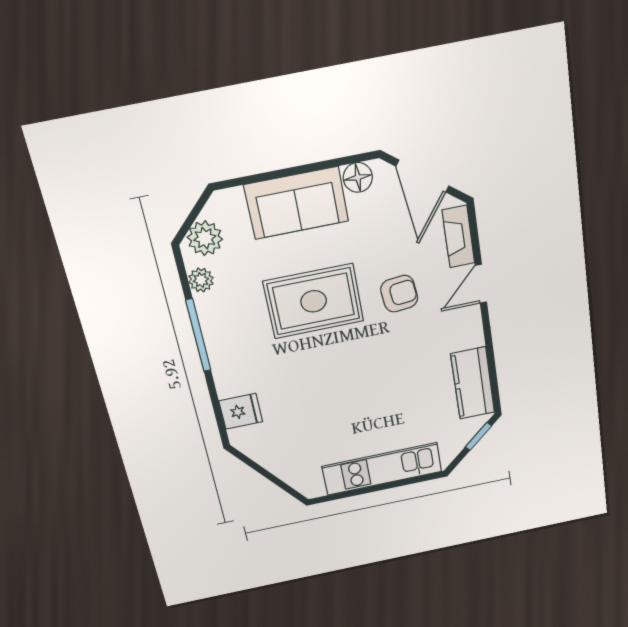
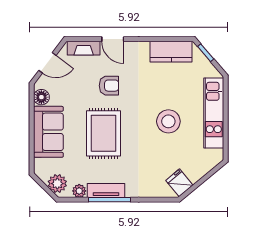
door: (423, 176) -> (47, 63), width x0.73
armchair: (399, 294) -> (109, 86), turned 96
tv unit: (213, 326) -> (106, 191), added
stool: (355, 403) -> (168, 121), added
fridge: (241, 411) -> (179, 183), moved, turned -40

